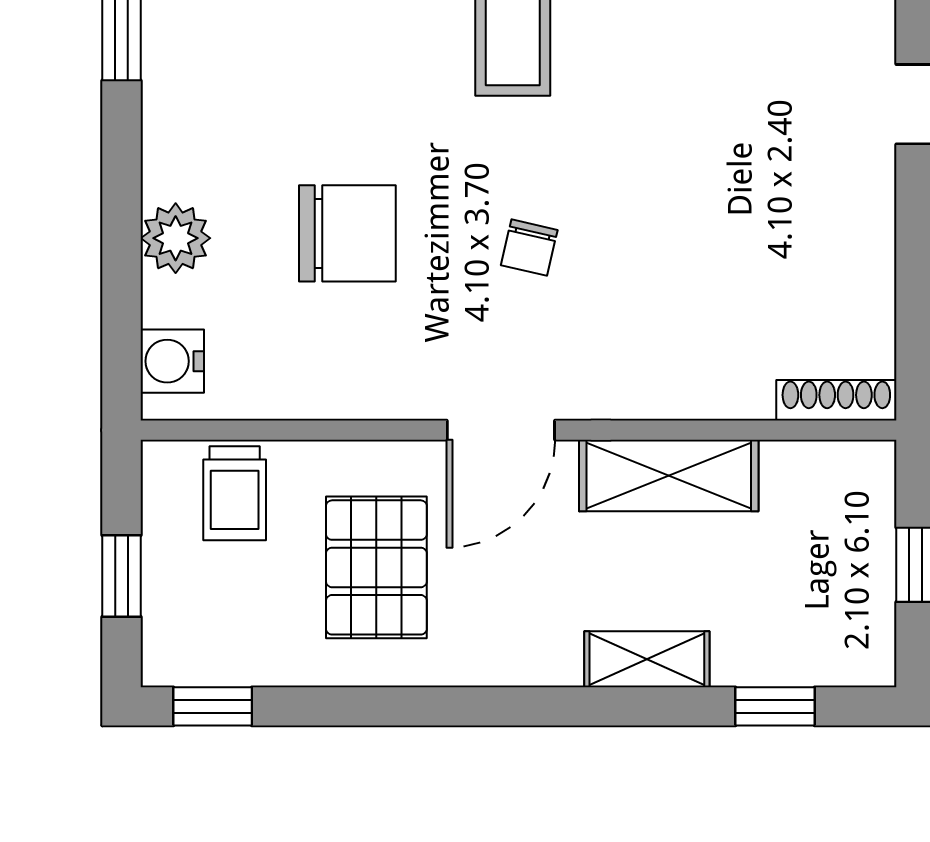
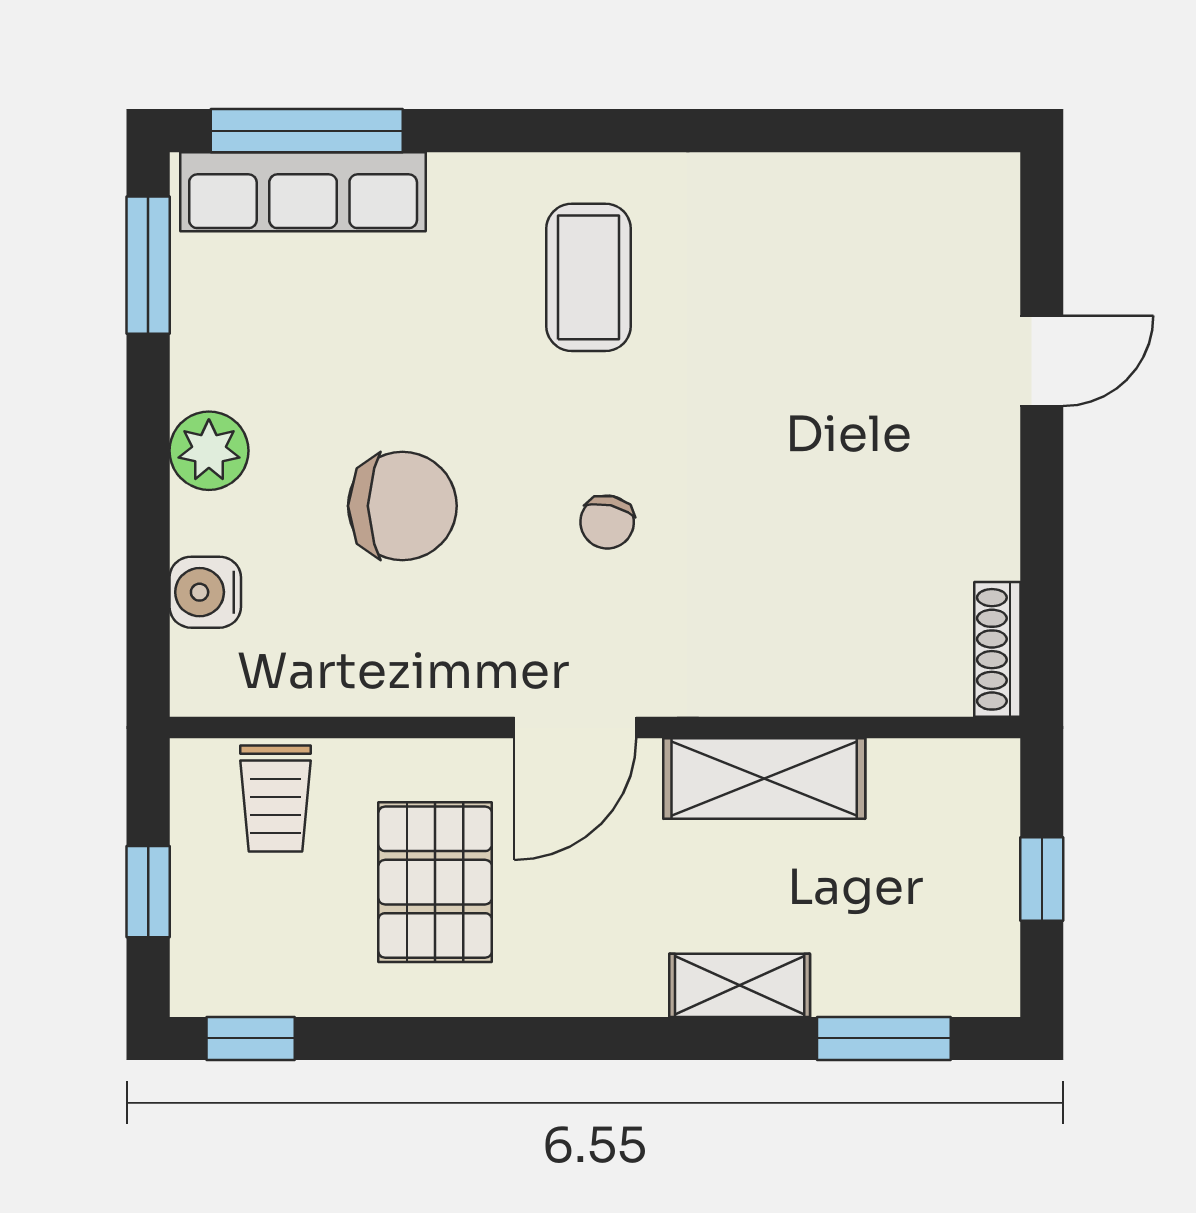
plant: (176, 238) -> (209, 451), moved
water cooler: (172, 361) -> (205, 592), moved
shoe rack: (836, 400) -> (997, 649), moved, turned -90
window: (775, 706) -> (884, 1038), width x1.50

